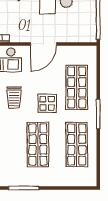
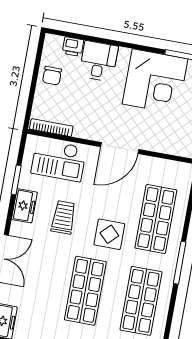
trolley: (14, 98) -> (64, 217), turned 180

